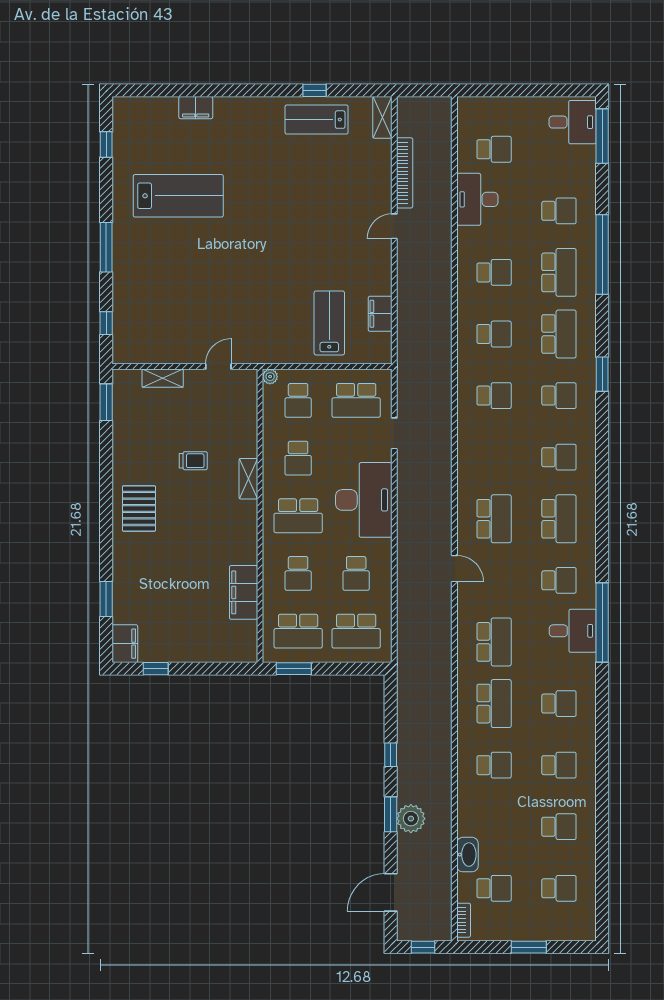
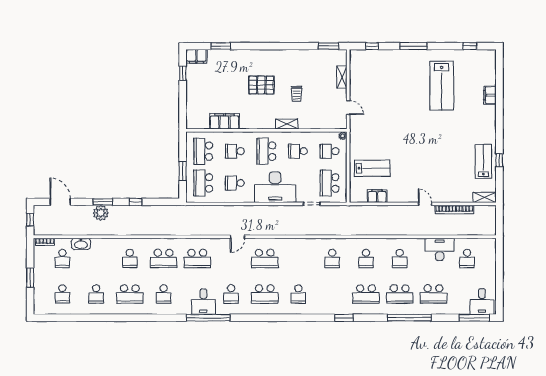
school desk: (559, 211) -> (433, 294), width x1.85
school desk: (559, 396) -> (332, 294), removed
pallet: (139, 508) -> (261, 85), moved
window: (294, 669) -> (183, 171), moved
school desk: (559, 765) -> (130, 294), width x1.85

